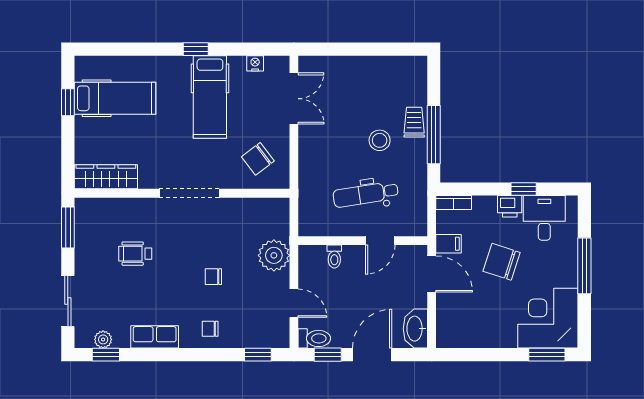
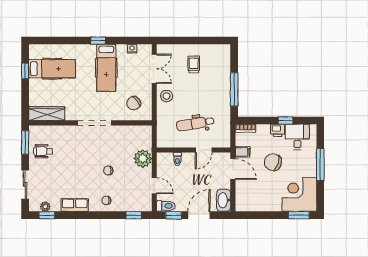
trolley: (414, 122) -> (194, 65), moved
stool: (380, 140) -> (166, 96), moved
wheelchair: (135, 254) -> (43, 151), moved

